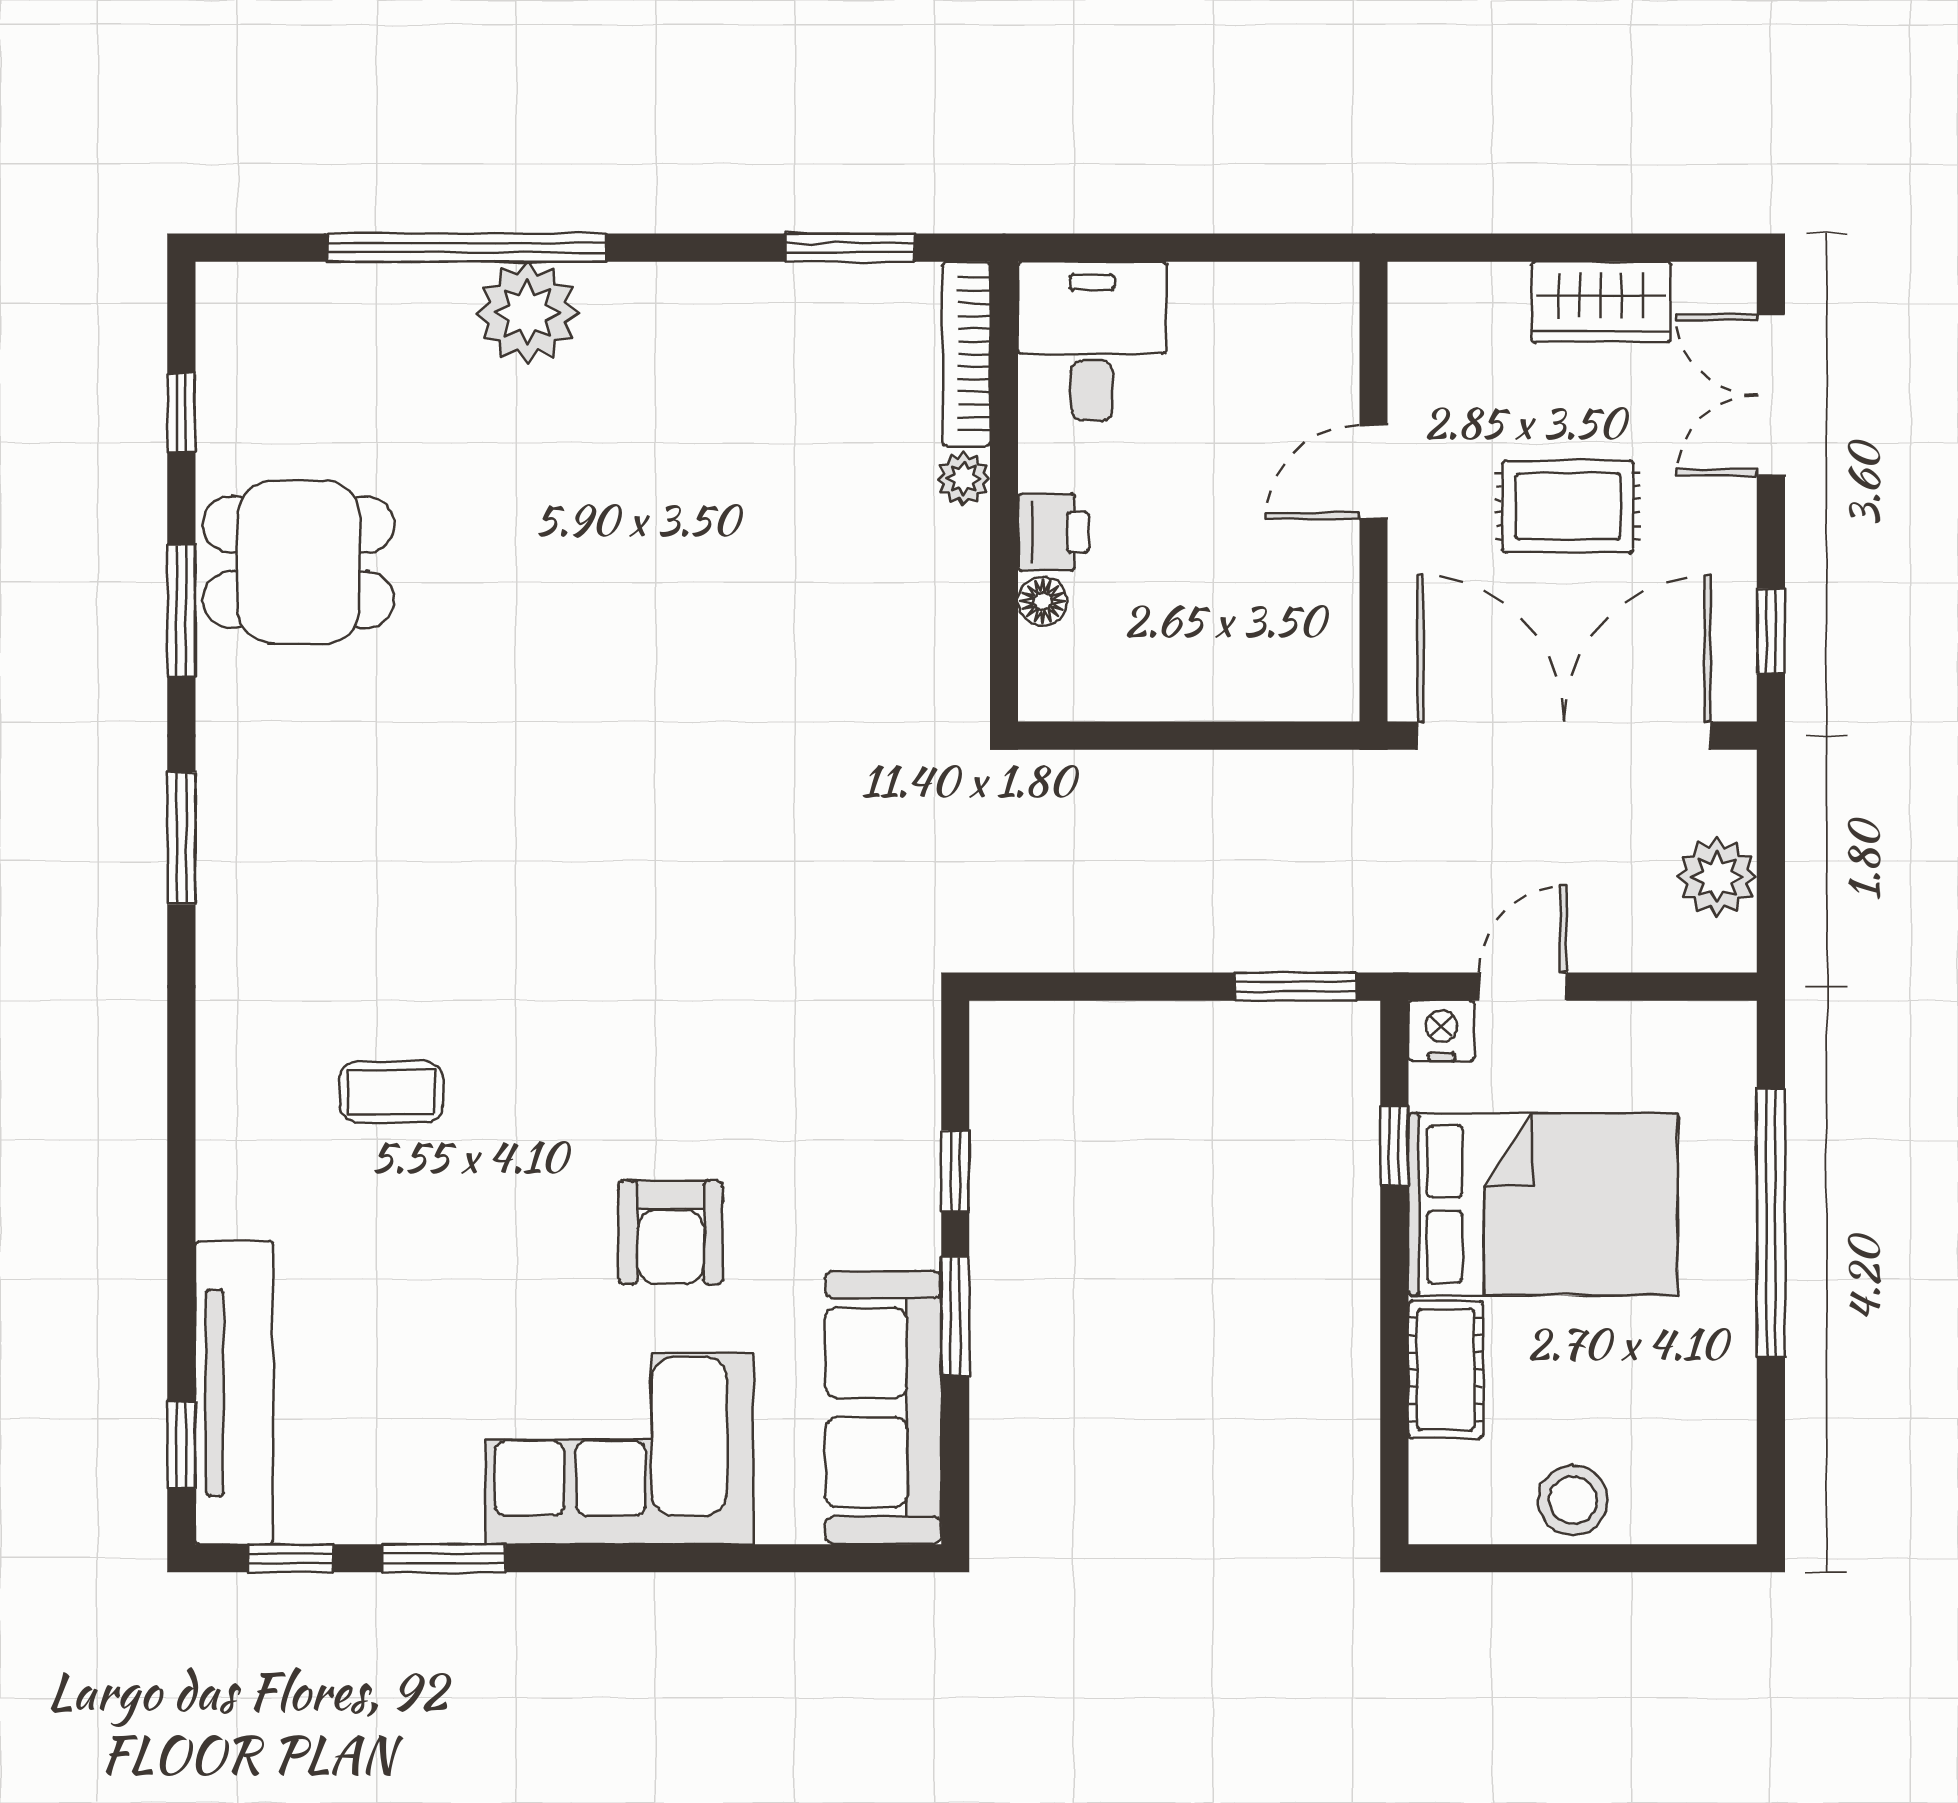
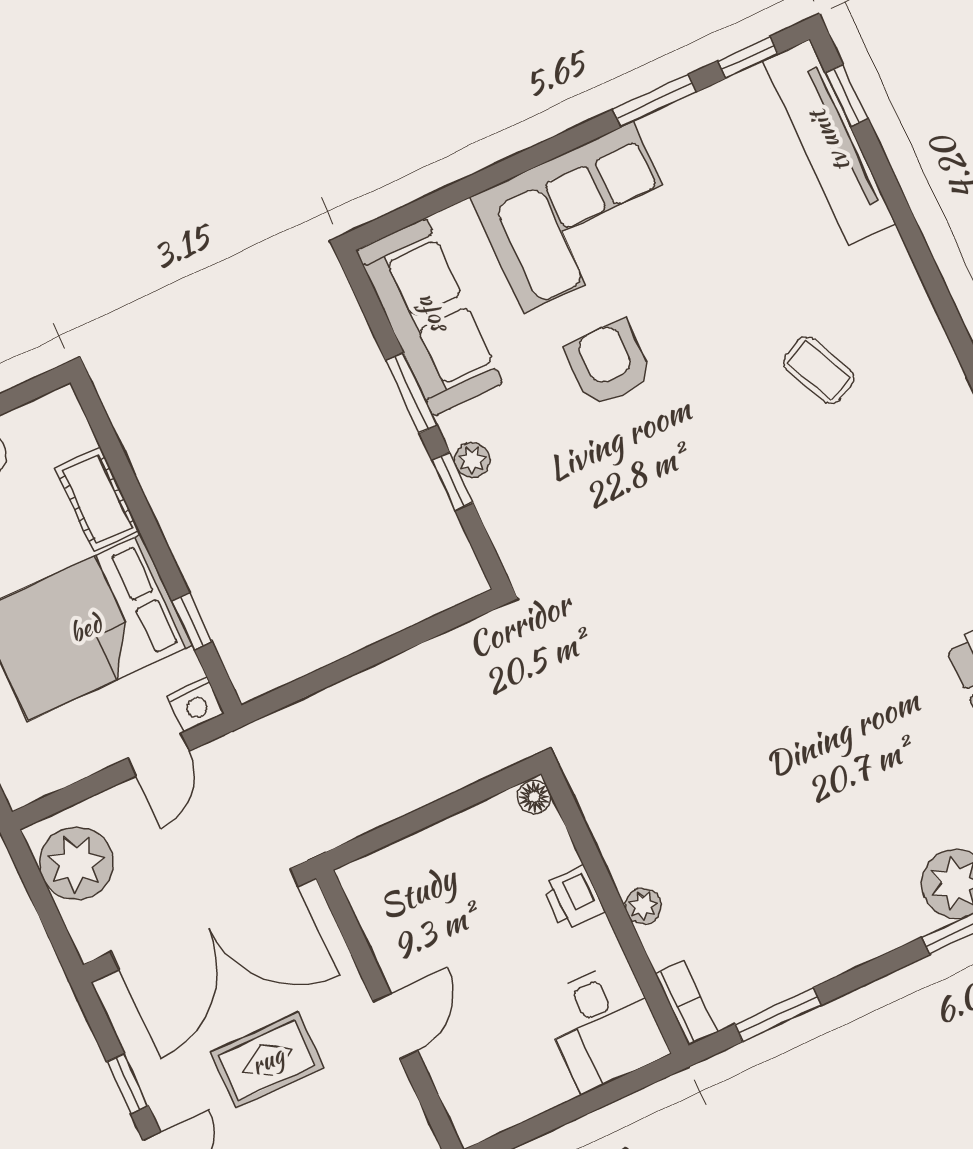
bookcase: (966, 354) -> (686, 1003), width x0.64
floor lamp: (1043, 601) -> (534, 797), moved
window: (1771, 631) -> (128, 1084), moved
plant: (1717, 877) -> (76, 863), width x1.36, depth x1.36
window: (1296, 987) -> (297, 690), removed
coffee table: (391, 1092) -> (819, 370), turned 65
plant: (915, 1188) -> (472, 460), added

